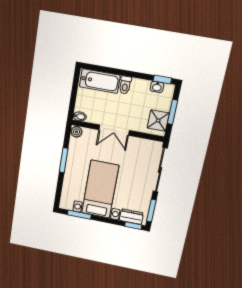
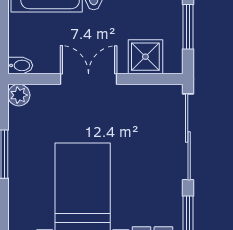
shower: (158, 121) -> (145, 57), moved
double door: (114, 130) -> (89, 79), swing flipped

